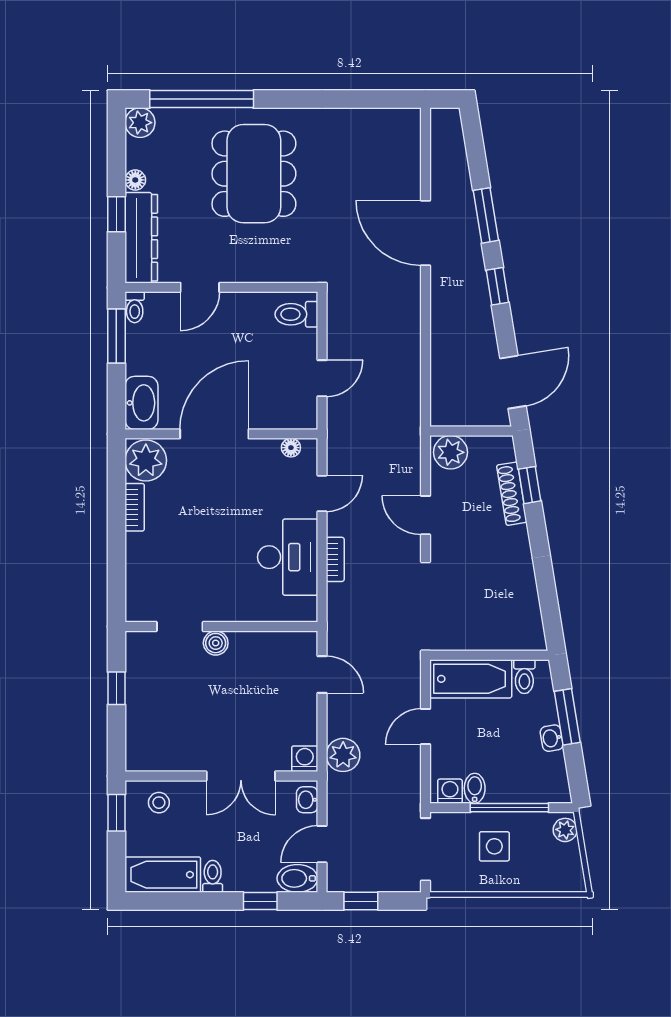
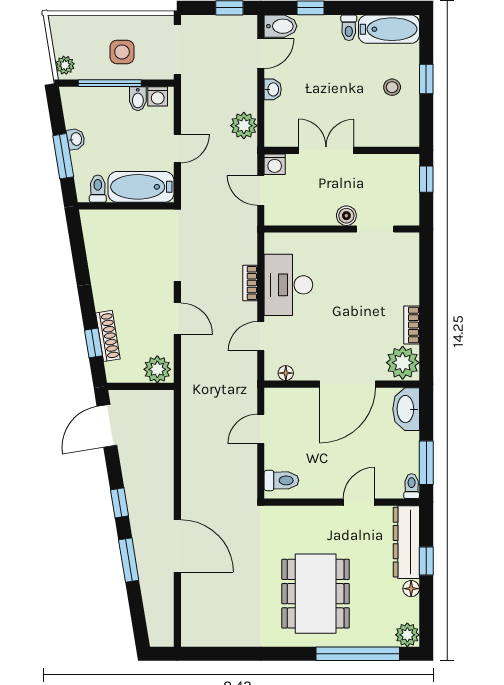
washing machine: (305, 759) -> (275, 164), moved
wall: (221, 776) -> (342, 150), moved
double door: (241, 776) -> (326, 150), moved

